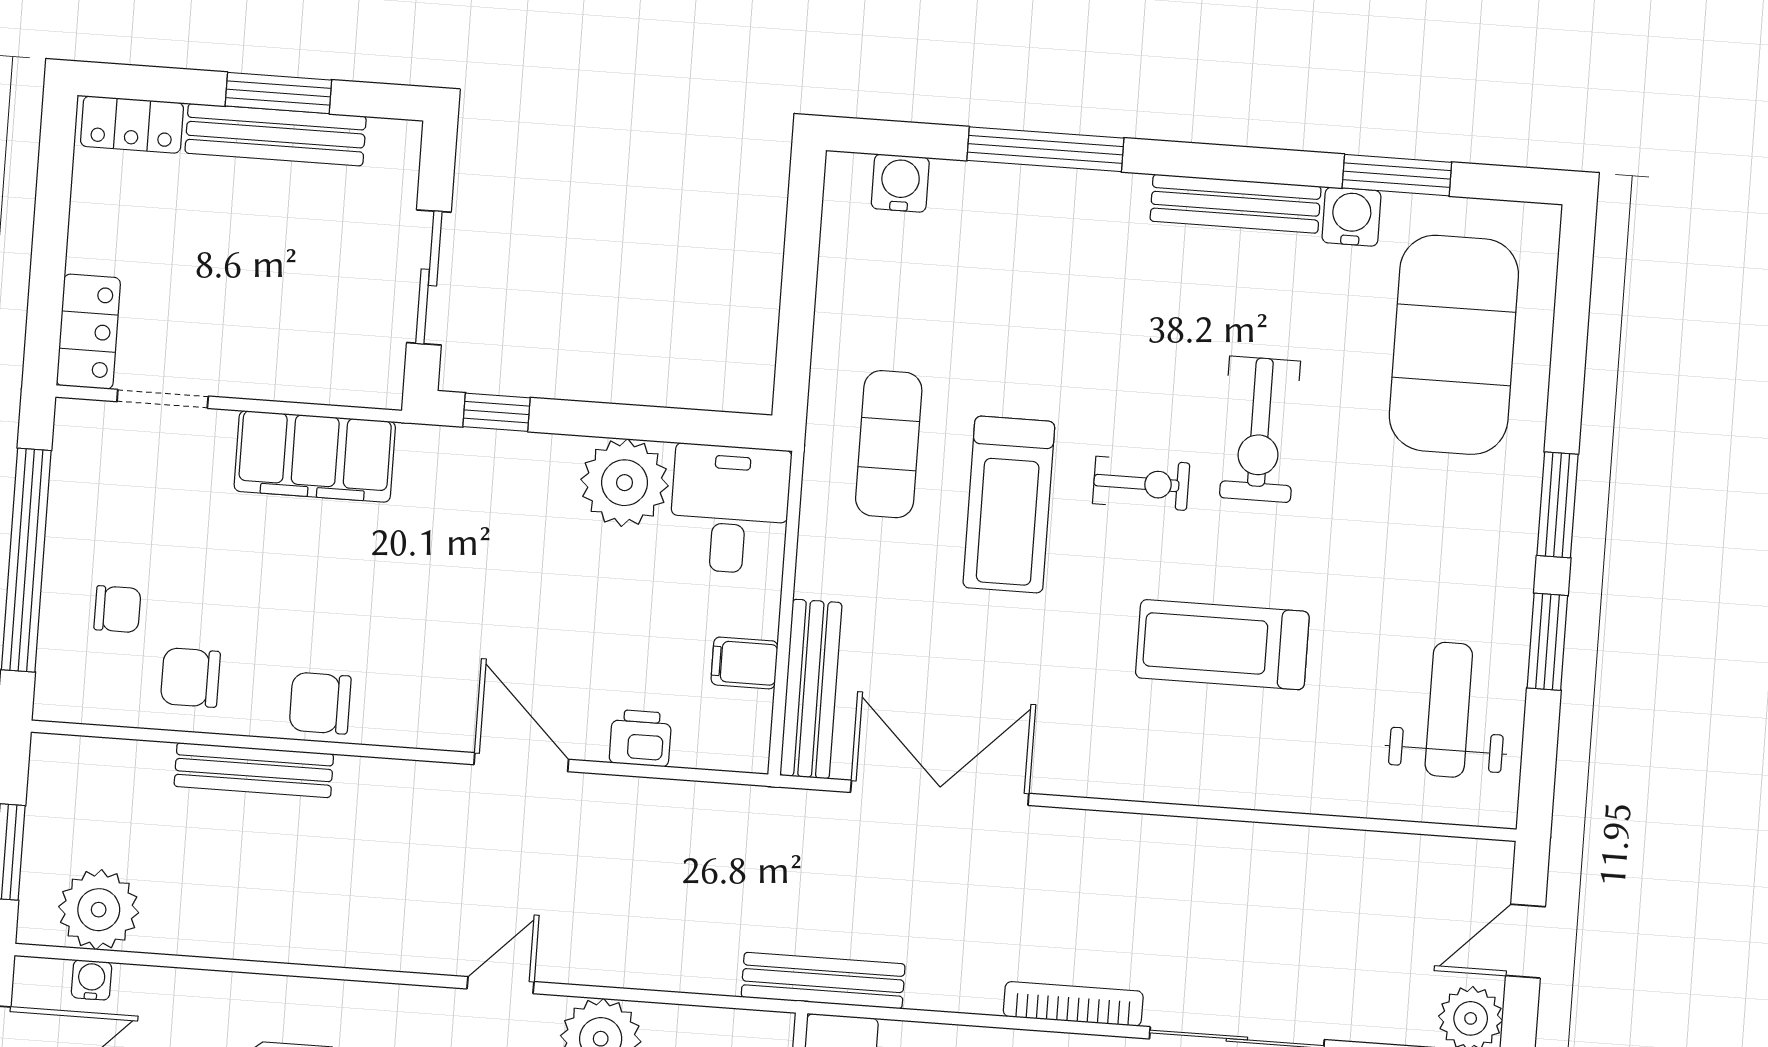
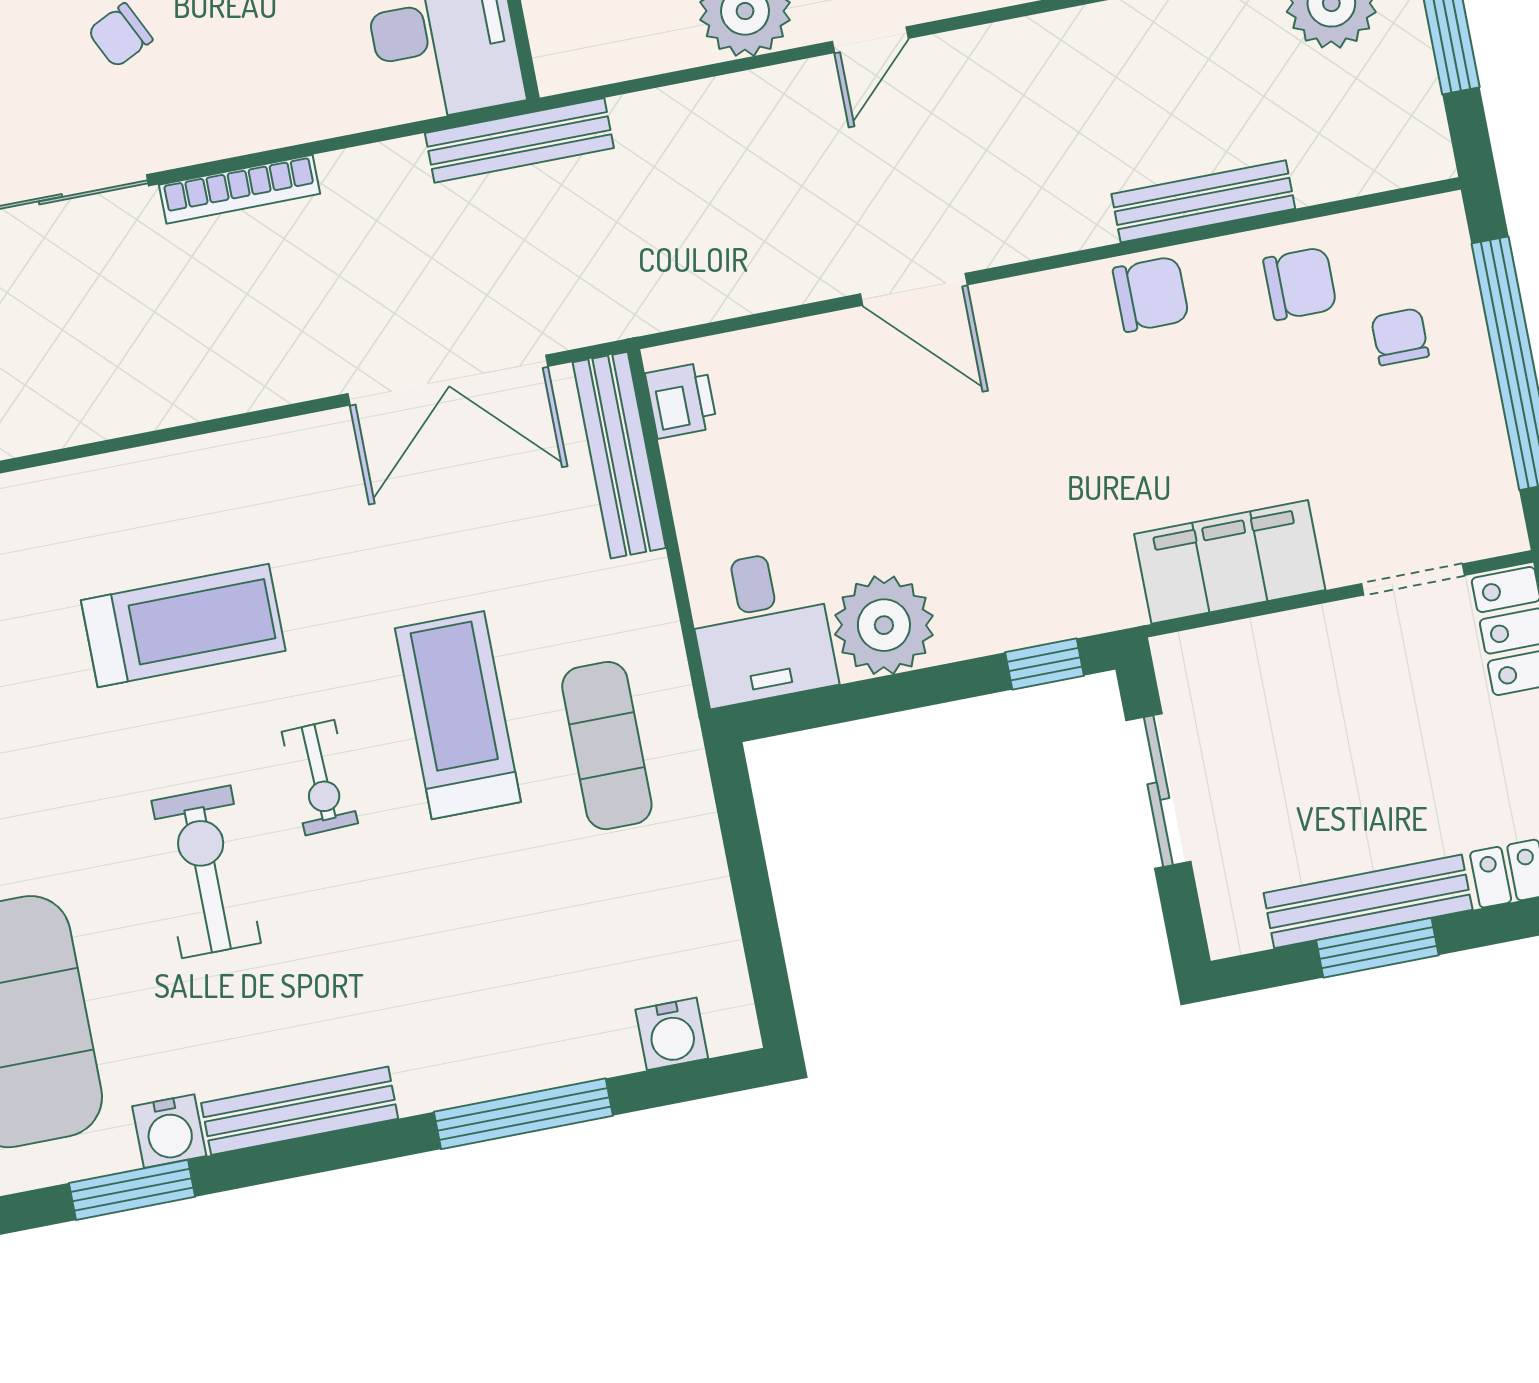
exercise bike: (1141, 483) -> (320, 778), turned -92
chair: (117, 609) -> (1400, 337), turned 90
filing cabinet: (744, 663) -> (699, 464), removed
printer: (640, 738) -> (681, 400), moved, turned -90

